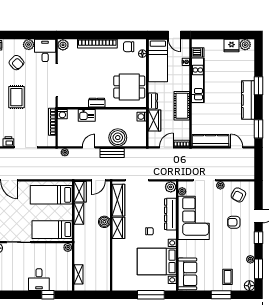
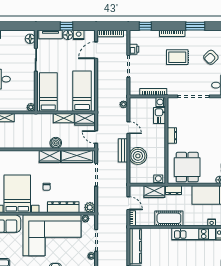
kitchen sink: (87, 115) -> (160, 116), moved
corner sofa: (194, 218) -> (52, 235), width x1.36, depth x1.36

